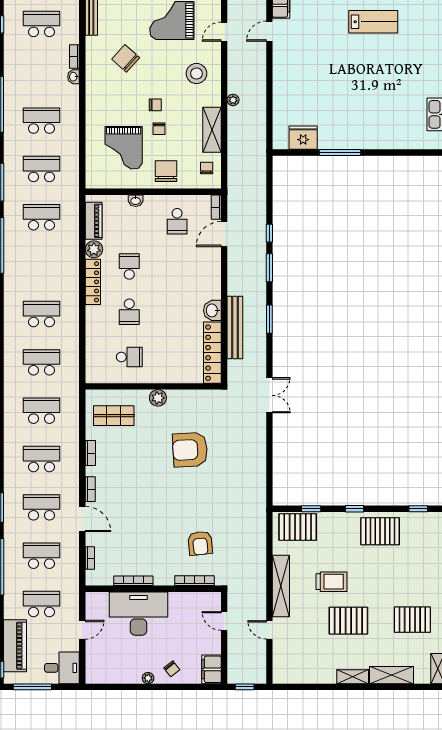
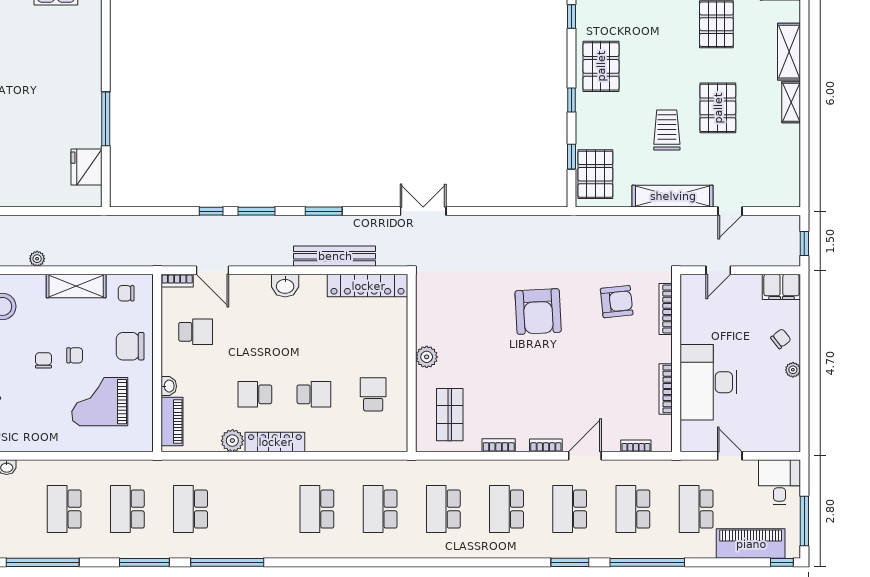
grand piano: (124, 148) -> (100, 402), turned 180
piano: (94, 221) -> (172, 421), moved, turned 90
washbasin: (212, 310) -> (285, 286), moved
armchair: (190, 450) -> (538, 312), moved

